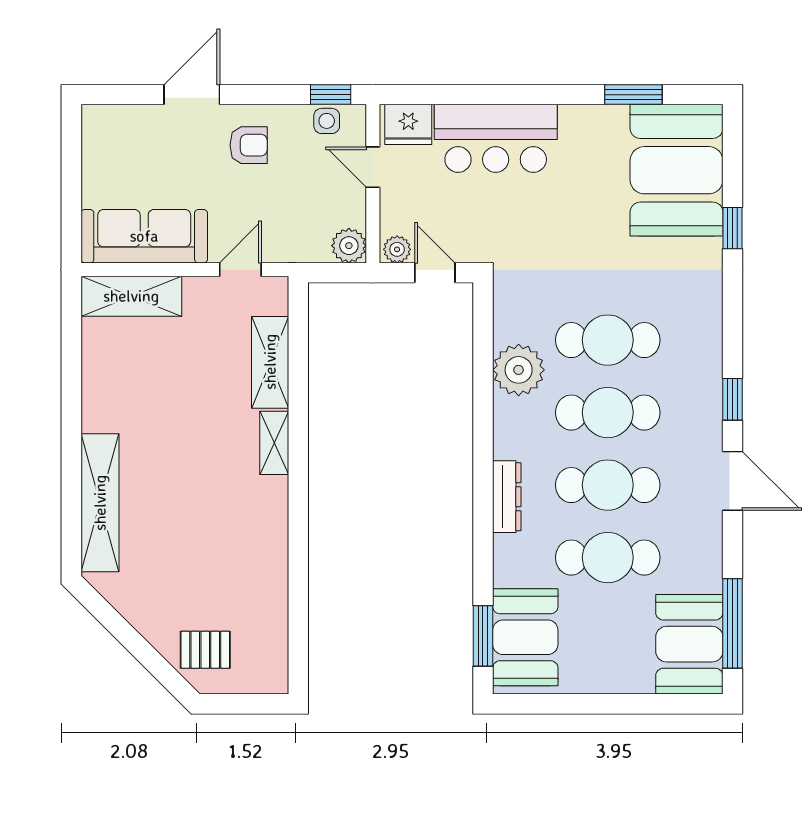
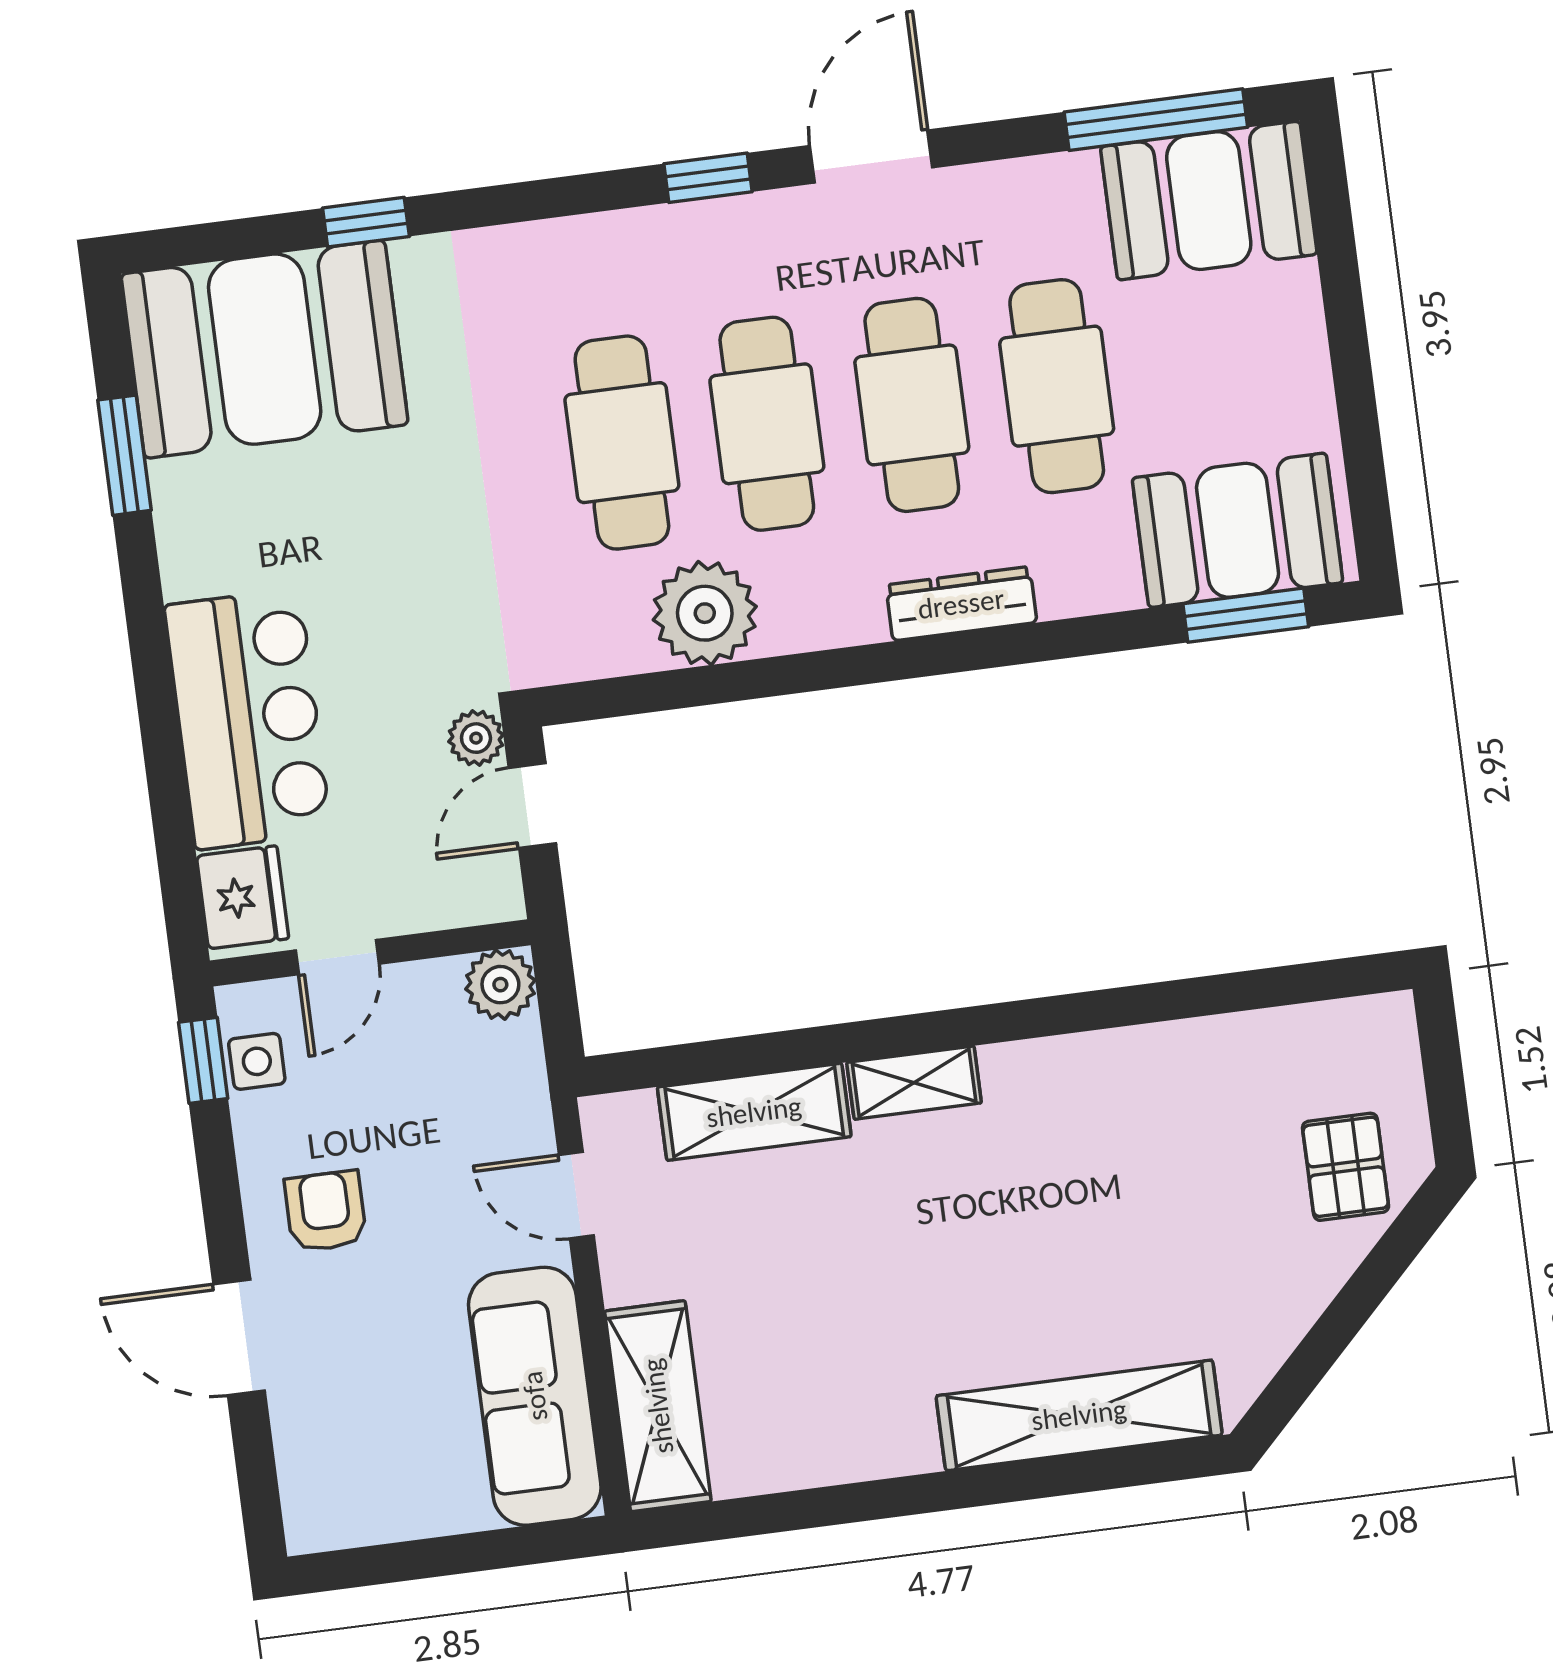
plant: (397, 249) -> (476, 738), moved

